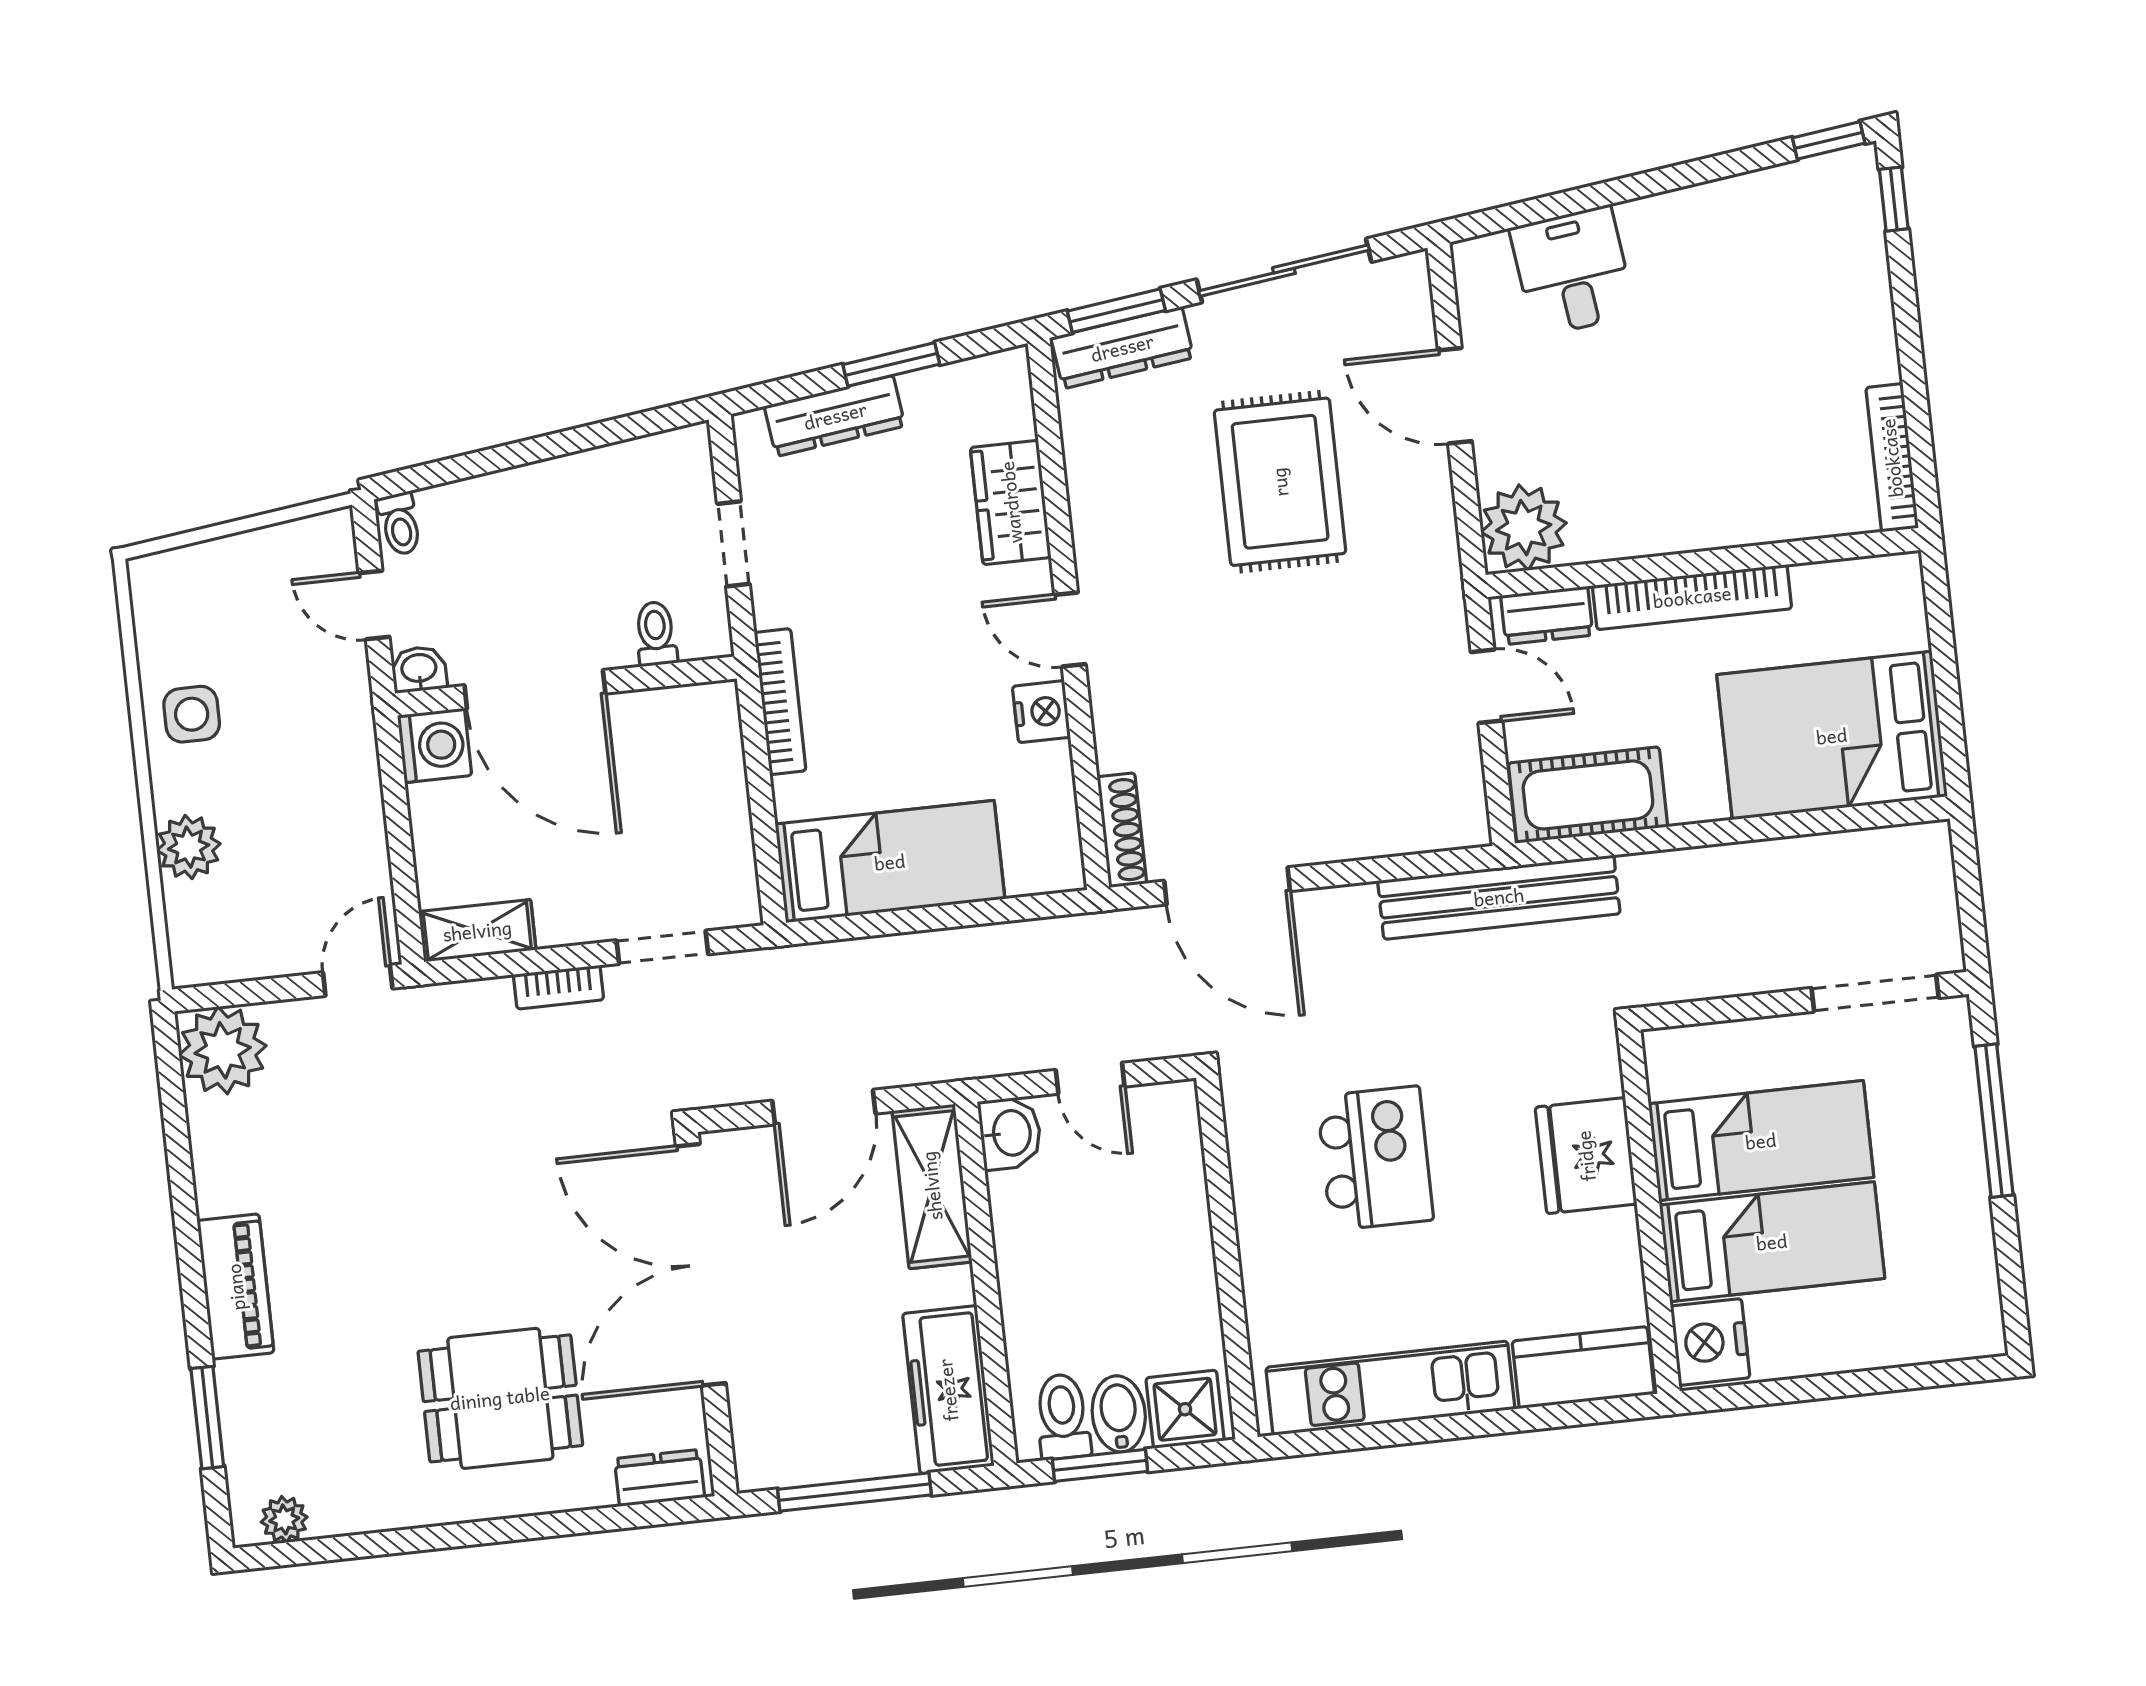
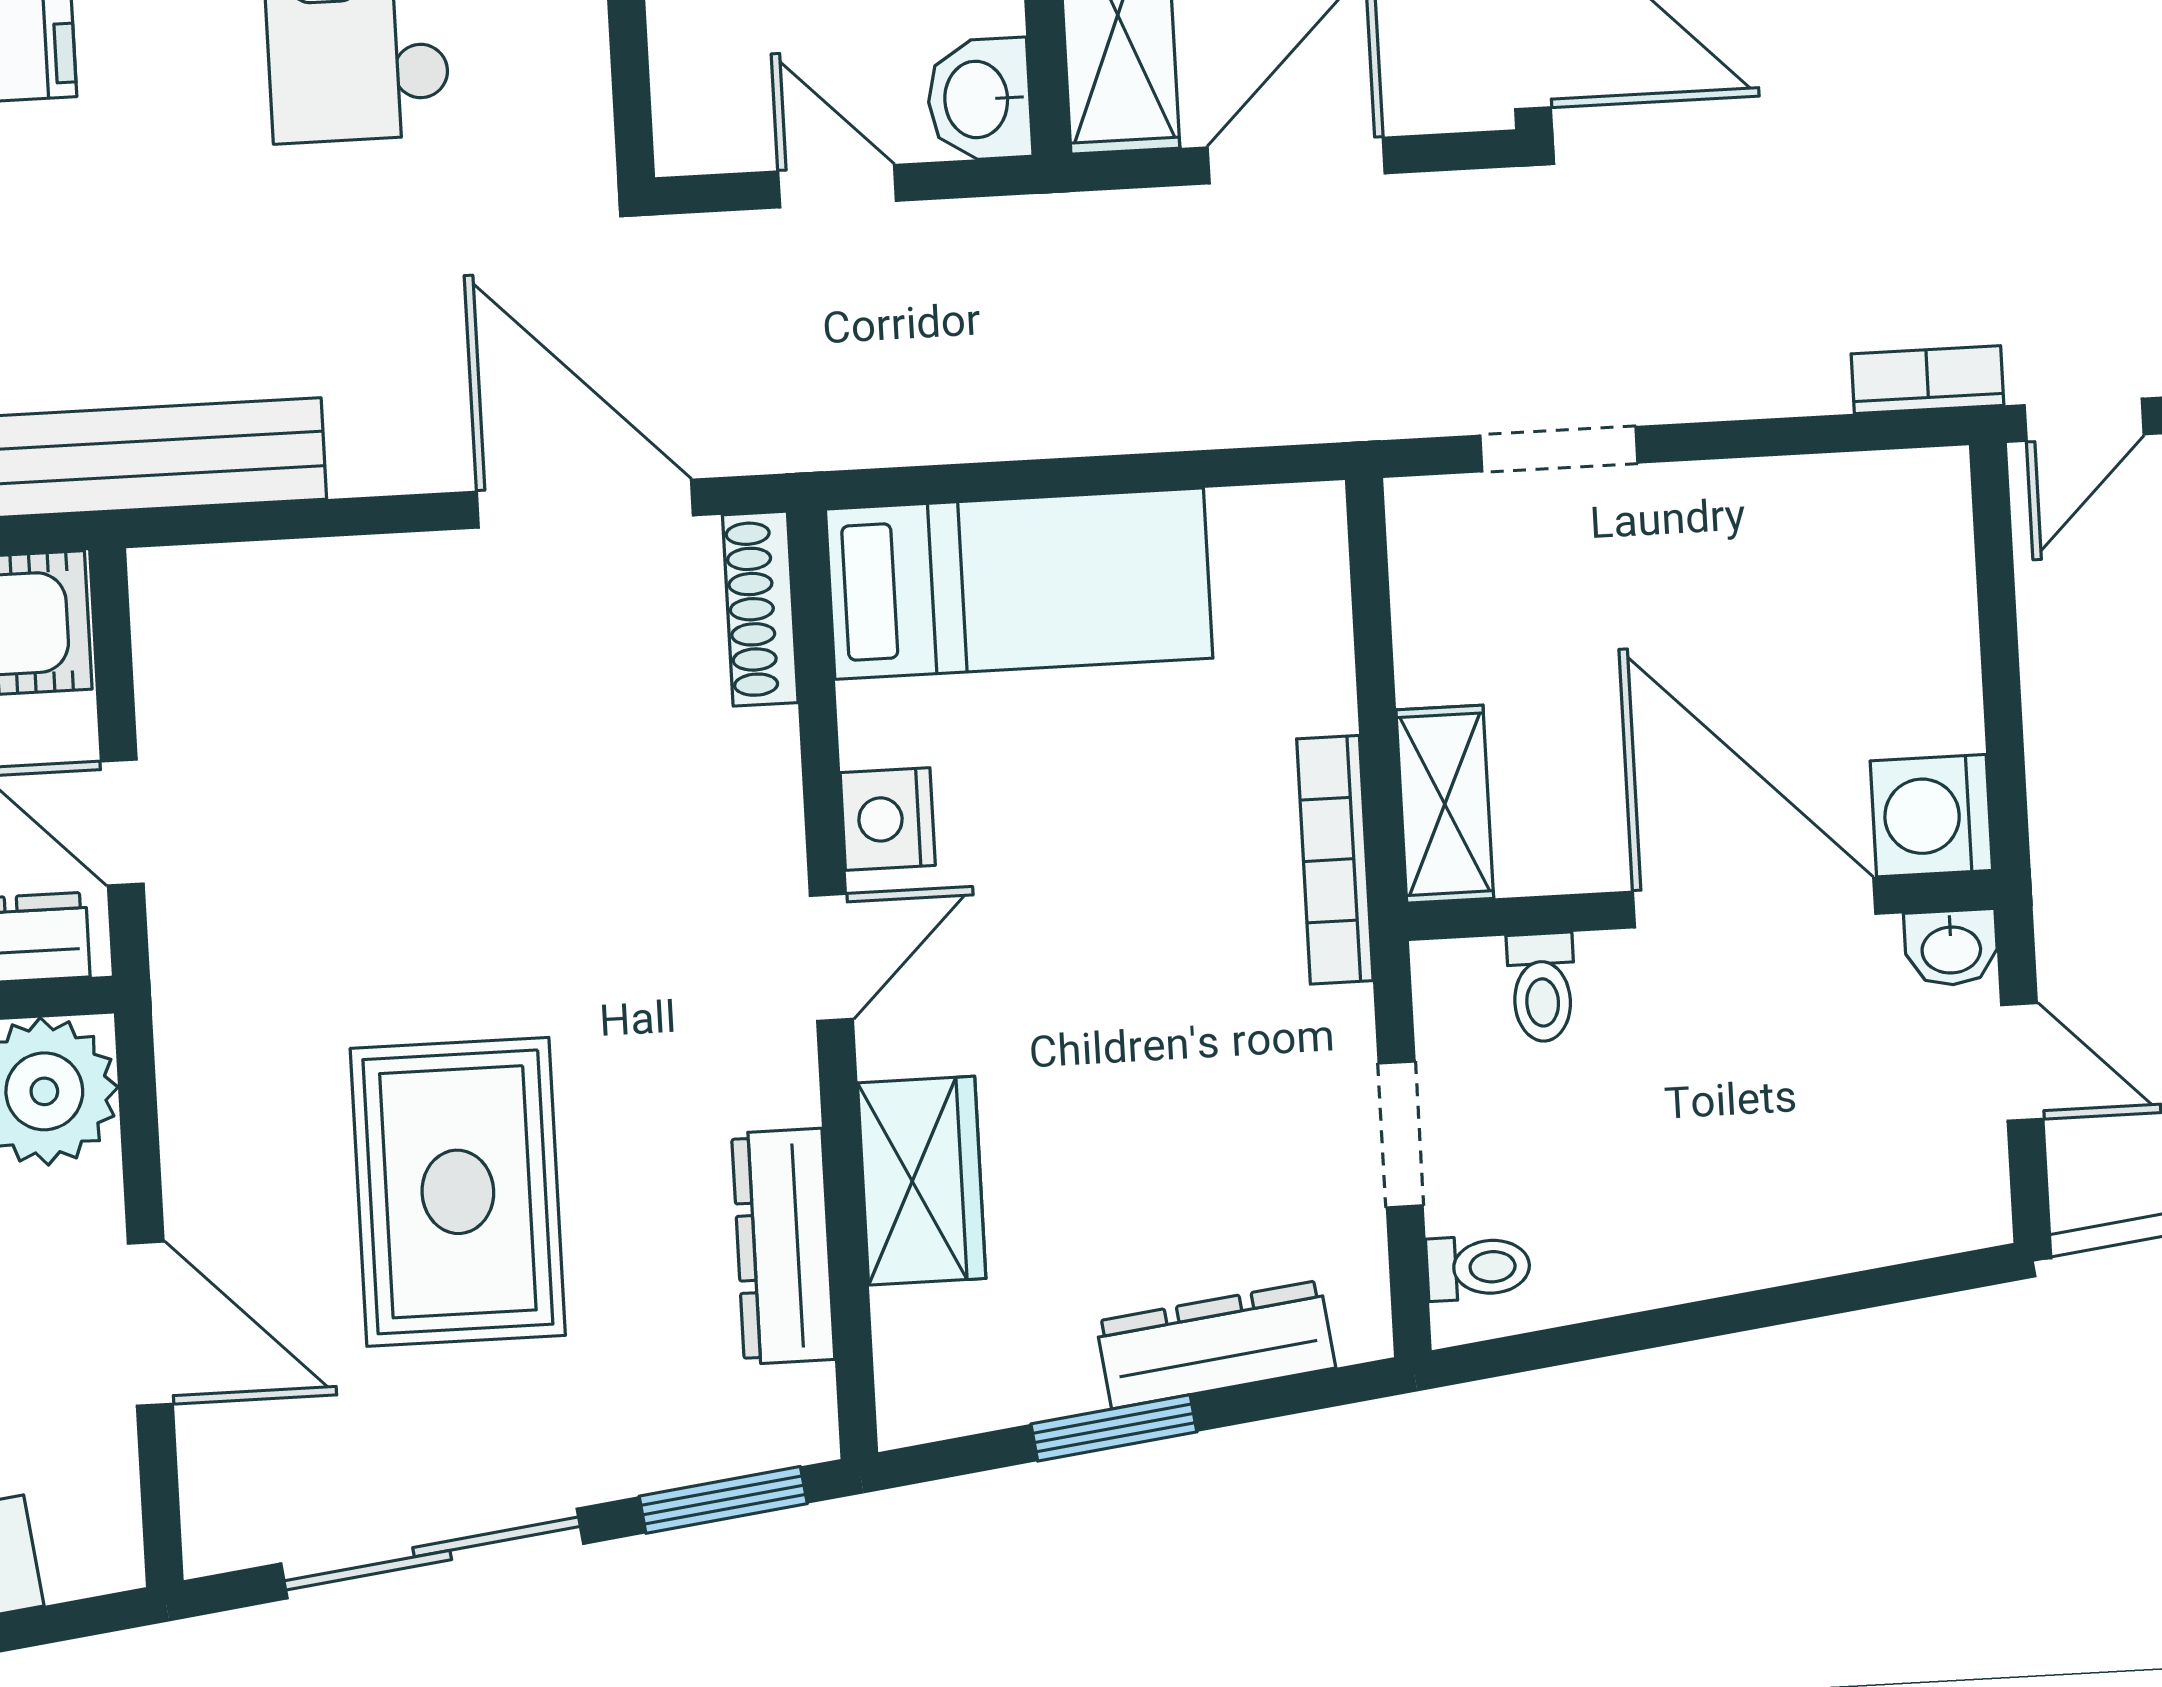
dresser: (1122, 348) -> (783, 1246), moved, turned -83
toilet: (400, 524) -> (1478, 1268), moved, turned 97
door: (1070, 630) -> (831, 957), hinge flipped
bed: (890, 862) -> (1019, 584), moved, turned 180
shelving: (477, 931) -> (1445, 804), moved, turned 90
bookcase: (559, 987) -> (1927, 380), moved

